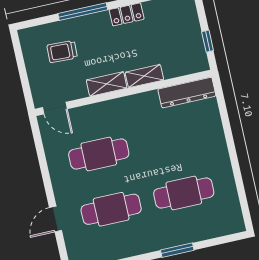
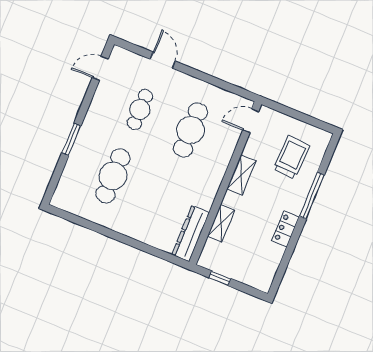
trolley: (62, 52) -> (292, 157), width x1.36, depth x1.39
shelving: (144, 76) -> (221, 223), moved
cafe table: (111, 209) -> (140, 109), width x0.73, depth x0.74

